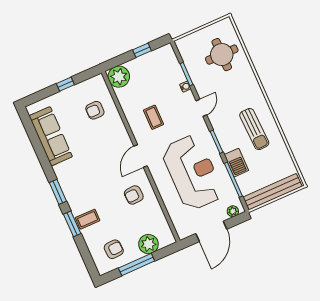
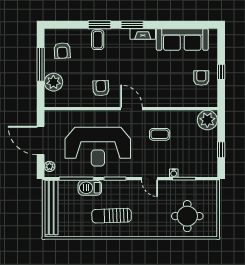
armchair: (95, 110) -> (201, 78), moved
fireplace: (62, 177) -> (143, 34), added

